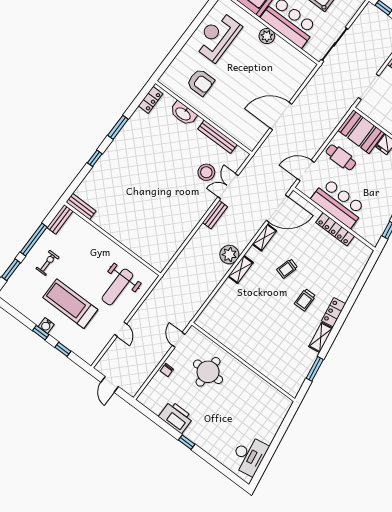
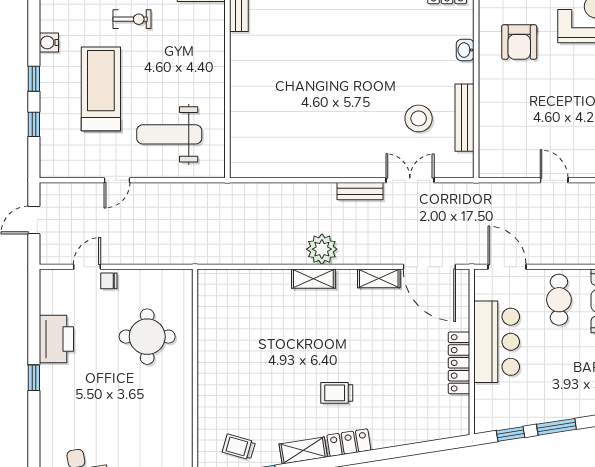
washbasin: (183, 114) -> (465, 50), width x0.52, depth x0.69
door: (281, 116) -> (554, 180), width x0.53
stool: (206, 172) -> (419, 118), moved
trolley: (287, 269) -> (239, 447), moved
water cooler: (46, 325) -> (49, 43), moved
door: (179, 340) -> (87, 267), moved

